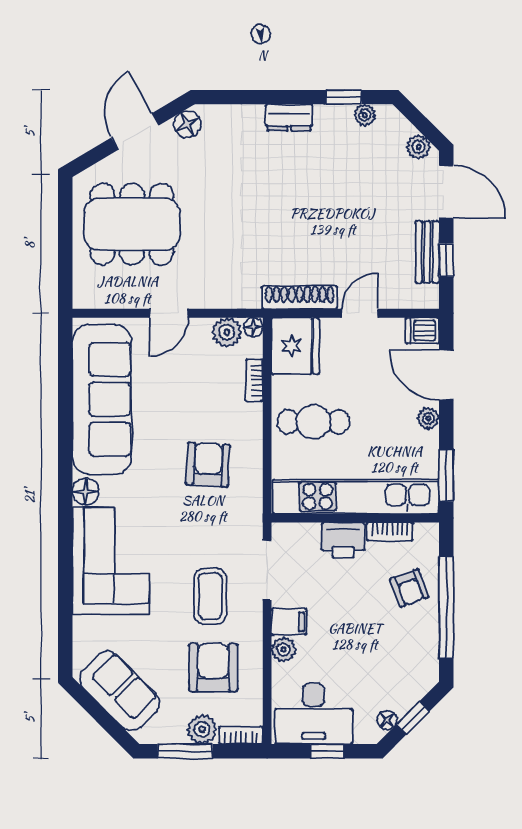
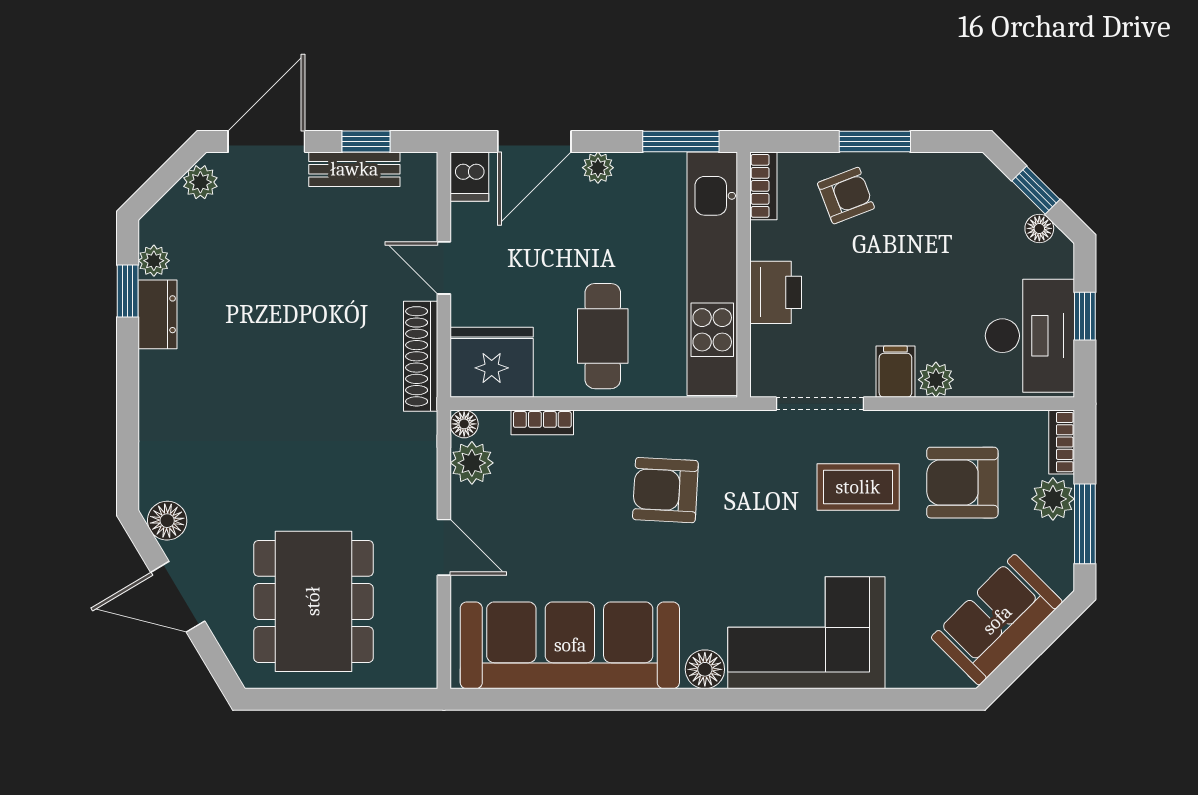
dresser: (289, 117) -> (157, 314), moved
bookcase: (390, 532) -> (763, 186), moved
window: (446, 608) -> (875, 142), width x0.47

